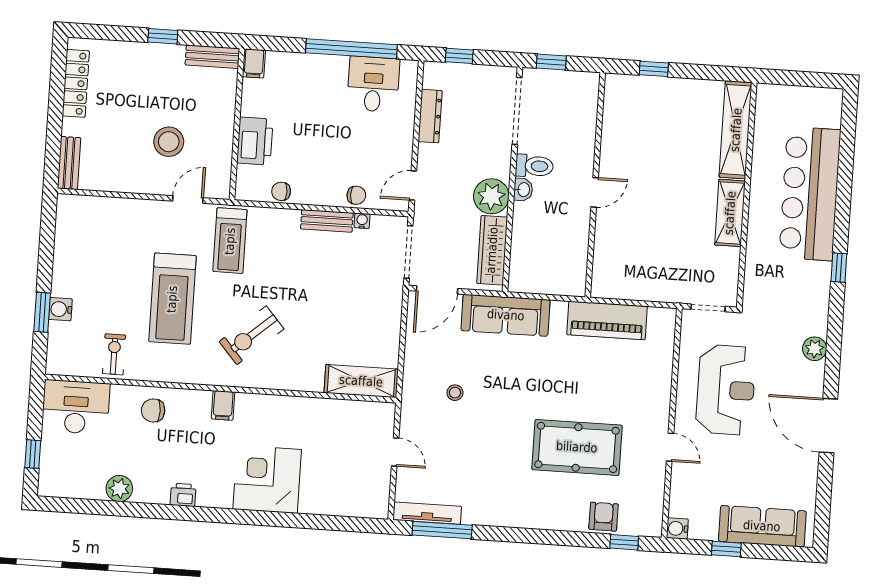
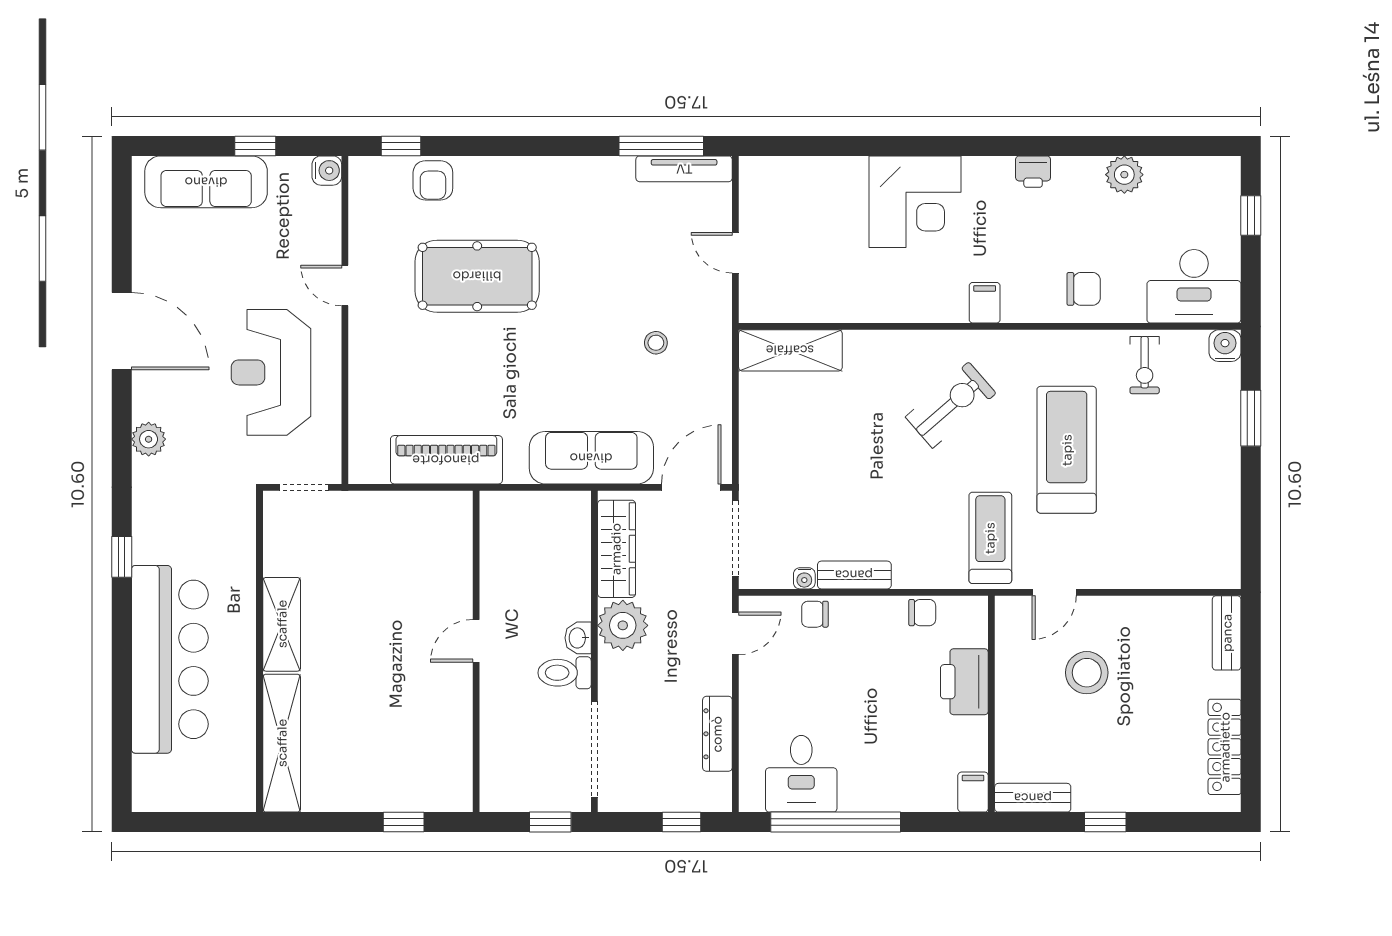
water cooler: (60, 309) -> (1225, 346), moved, turned -90

